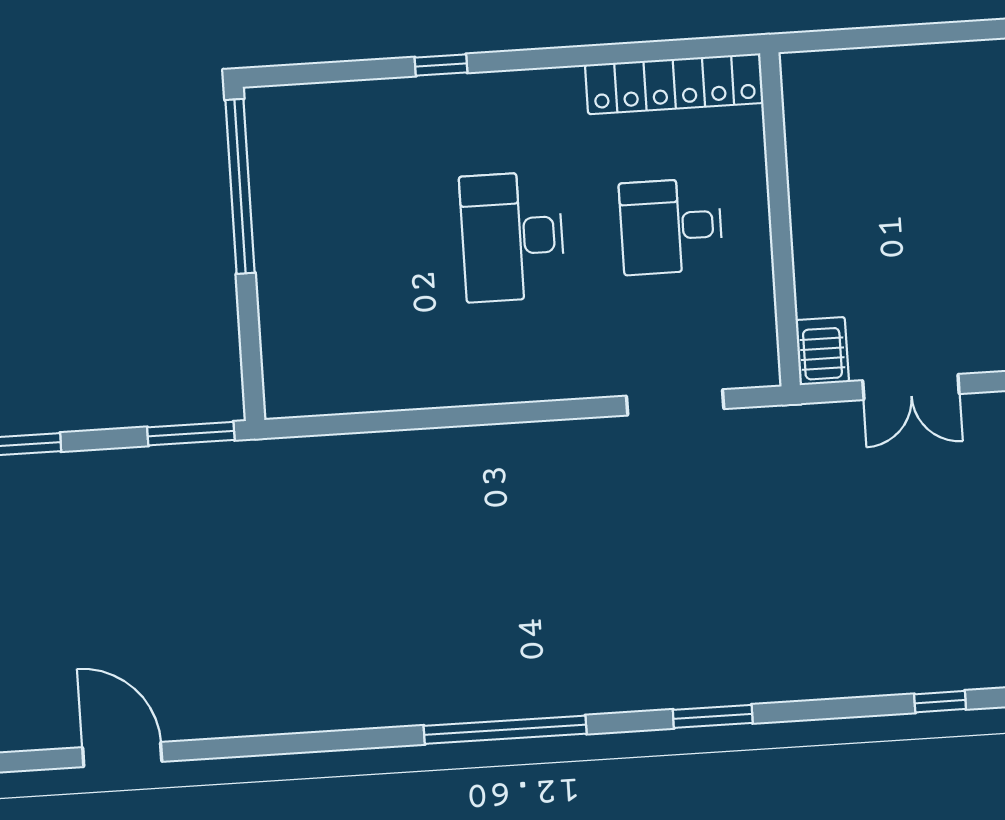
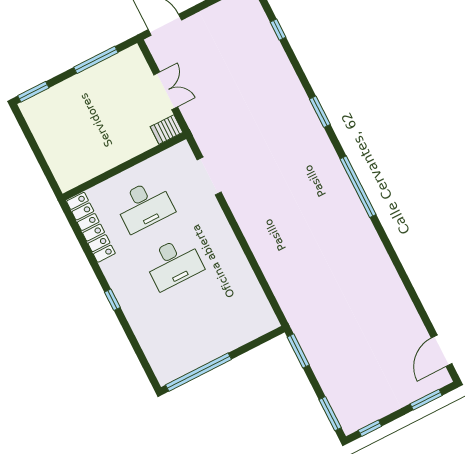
window: (441, 65) -> (112, 300), moved
desk: (671, 226) -> (144, 206), width x1.37
door: (122, 755) -> (442, 351), moved

